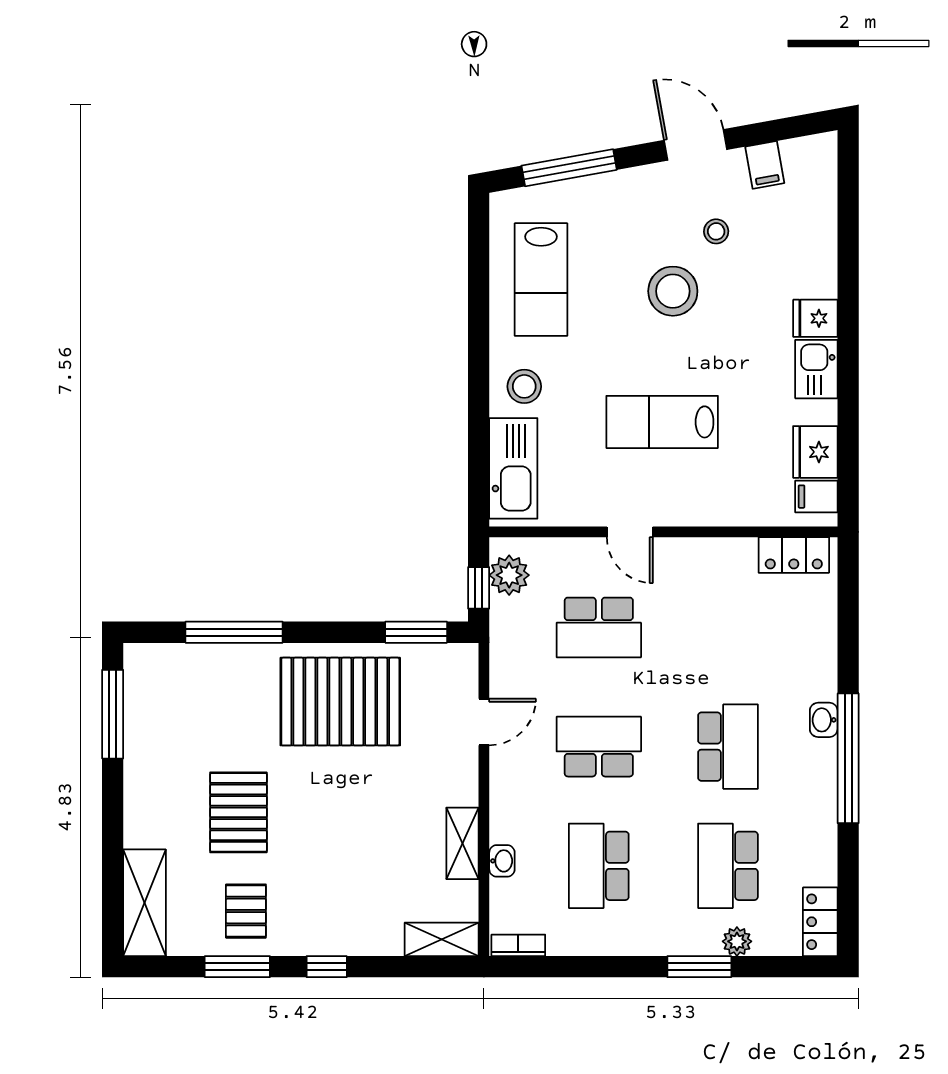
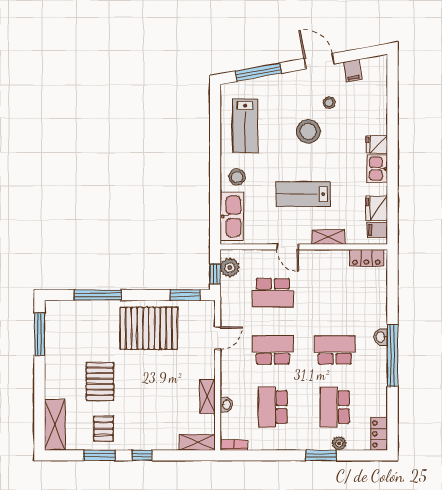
shelving: (715, 511) -> (328, 237), added
school desk: (728, 747) -> (335, 350), turned -90

